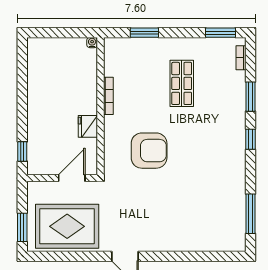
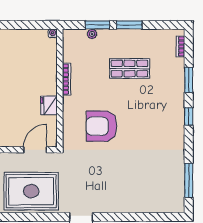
window: (220, 33) -> (129, 25), moved
plant: (138, 43) -> (92, 34), added
shop shelf: (182, 83) -> (130, 69), turned 90
armchair: (149, 151) -> (102, 126), turned 180

